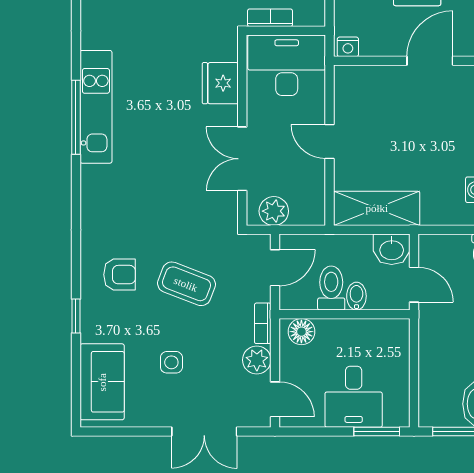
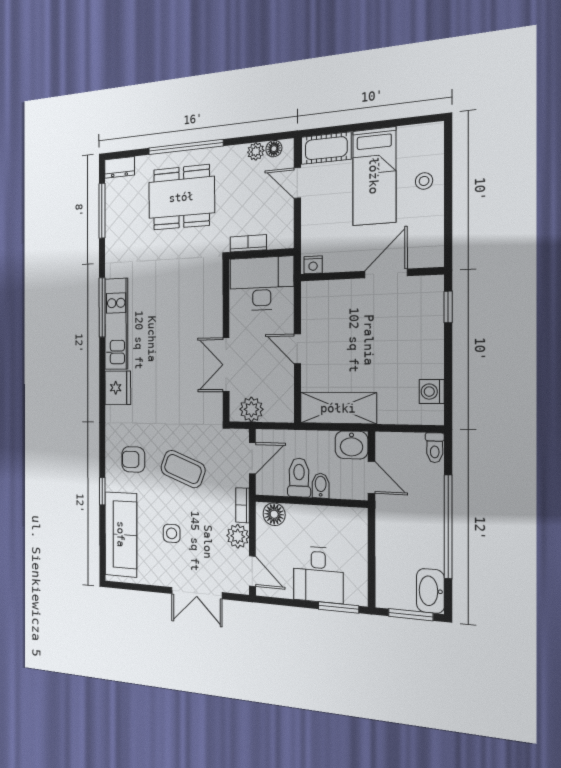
fridge: (220, 83) -> (118, 388), moved, turned 180
window: (76, 117) -> (102, 307), moved
armchair: (120, 275) -> (133, 459), turned 180
sofa: (102, 382) -> (121, 534), width x1.36

